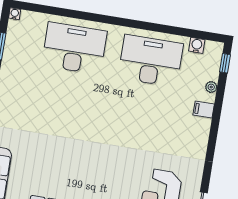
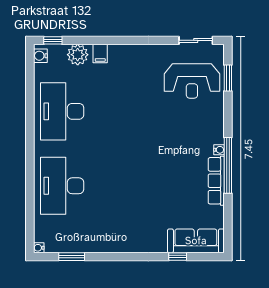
water cooler: (197, 45) -> (40, 56), moved
plant: (211, 87) -> (78, 55), width x1.87, depth x1.87

